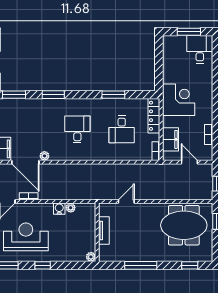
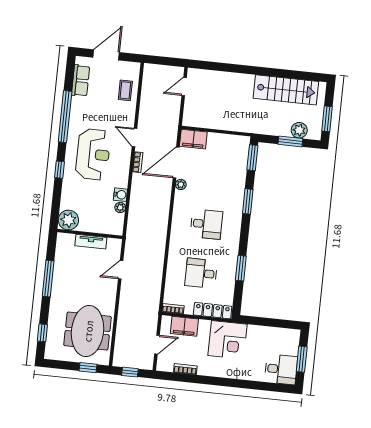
door: (126, 201) -> (121, 270), swing flipped
plant: (91, 257) -> (68, 220), width x1.88, depth x1.88

